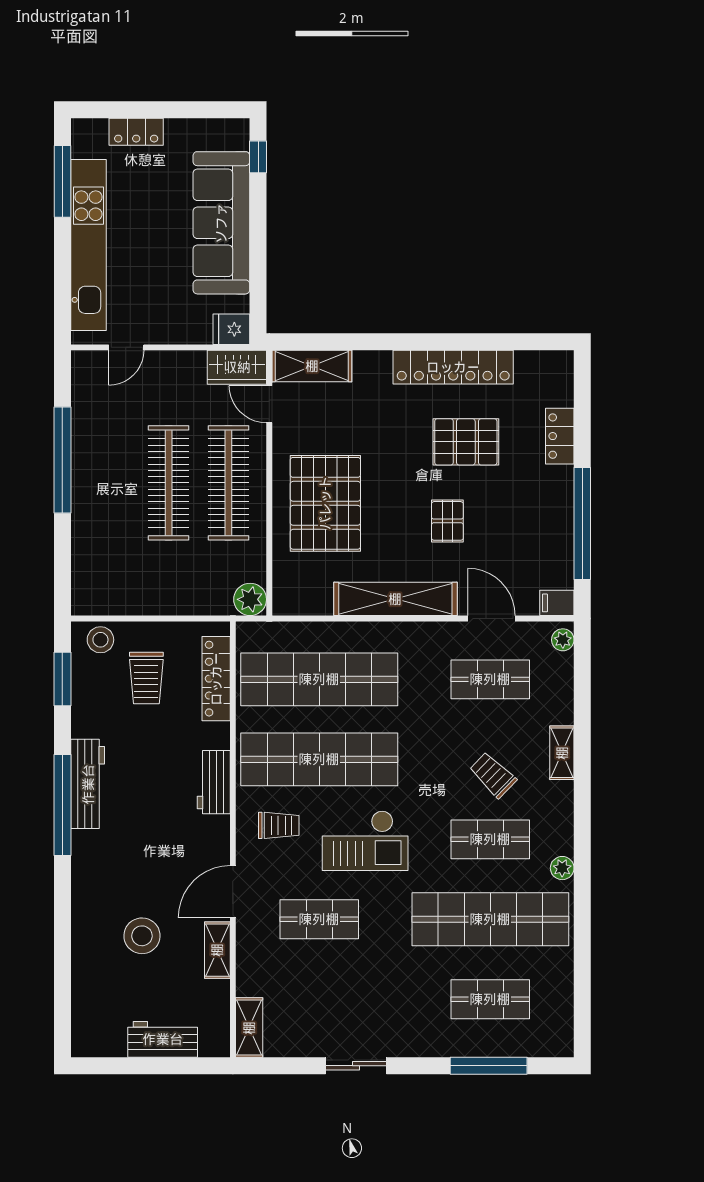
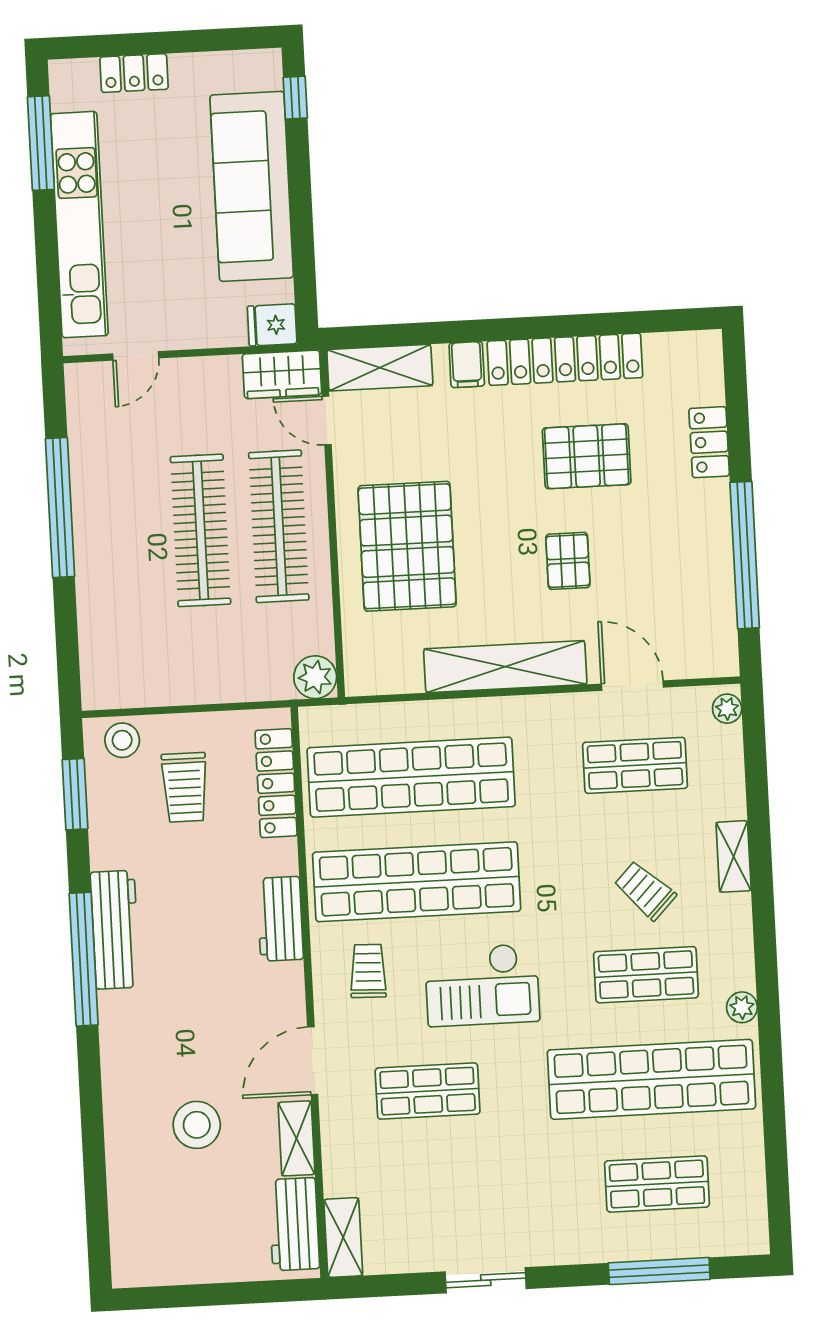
filing cabinet: (557, 603) -> (467, 365), moved, turned -90
trolley: (279, 825) -> (368, 971), turned -88
workbench: (163, 1039) -> (294, 1224), moved, turned -90

